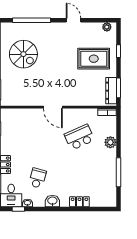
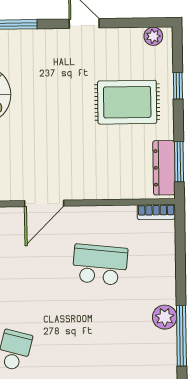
door: (53, 107) -> (44, 203), hinge flipped
school desk: (79, 137) -> (100, 265), turned 30
plant: (110, 142) -> (165, 317), moved

